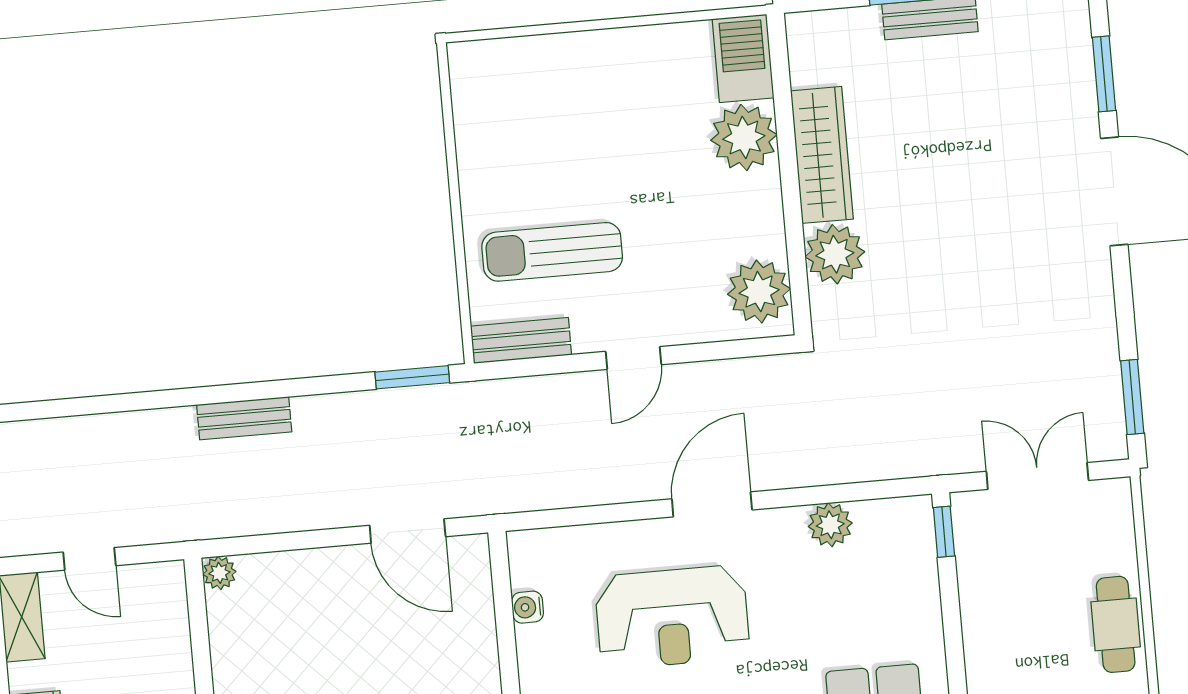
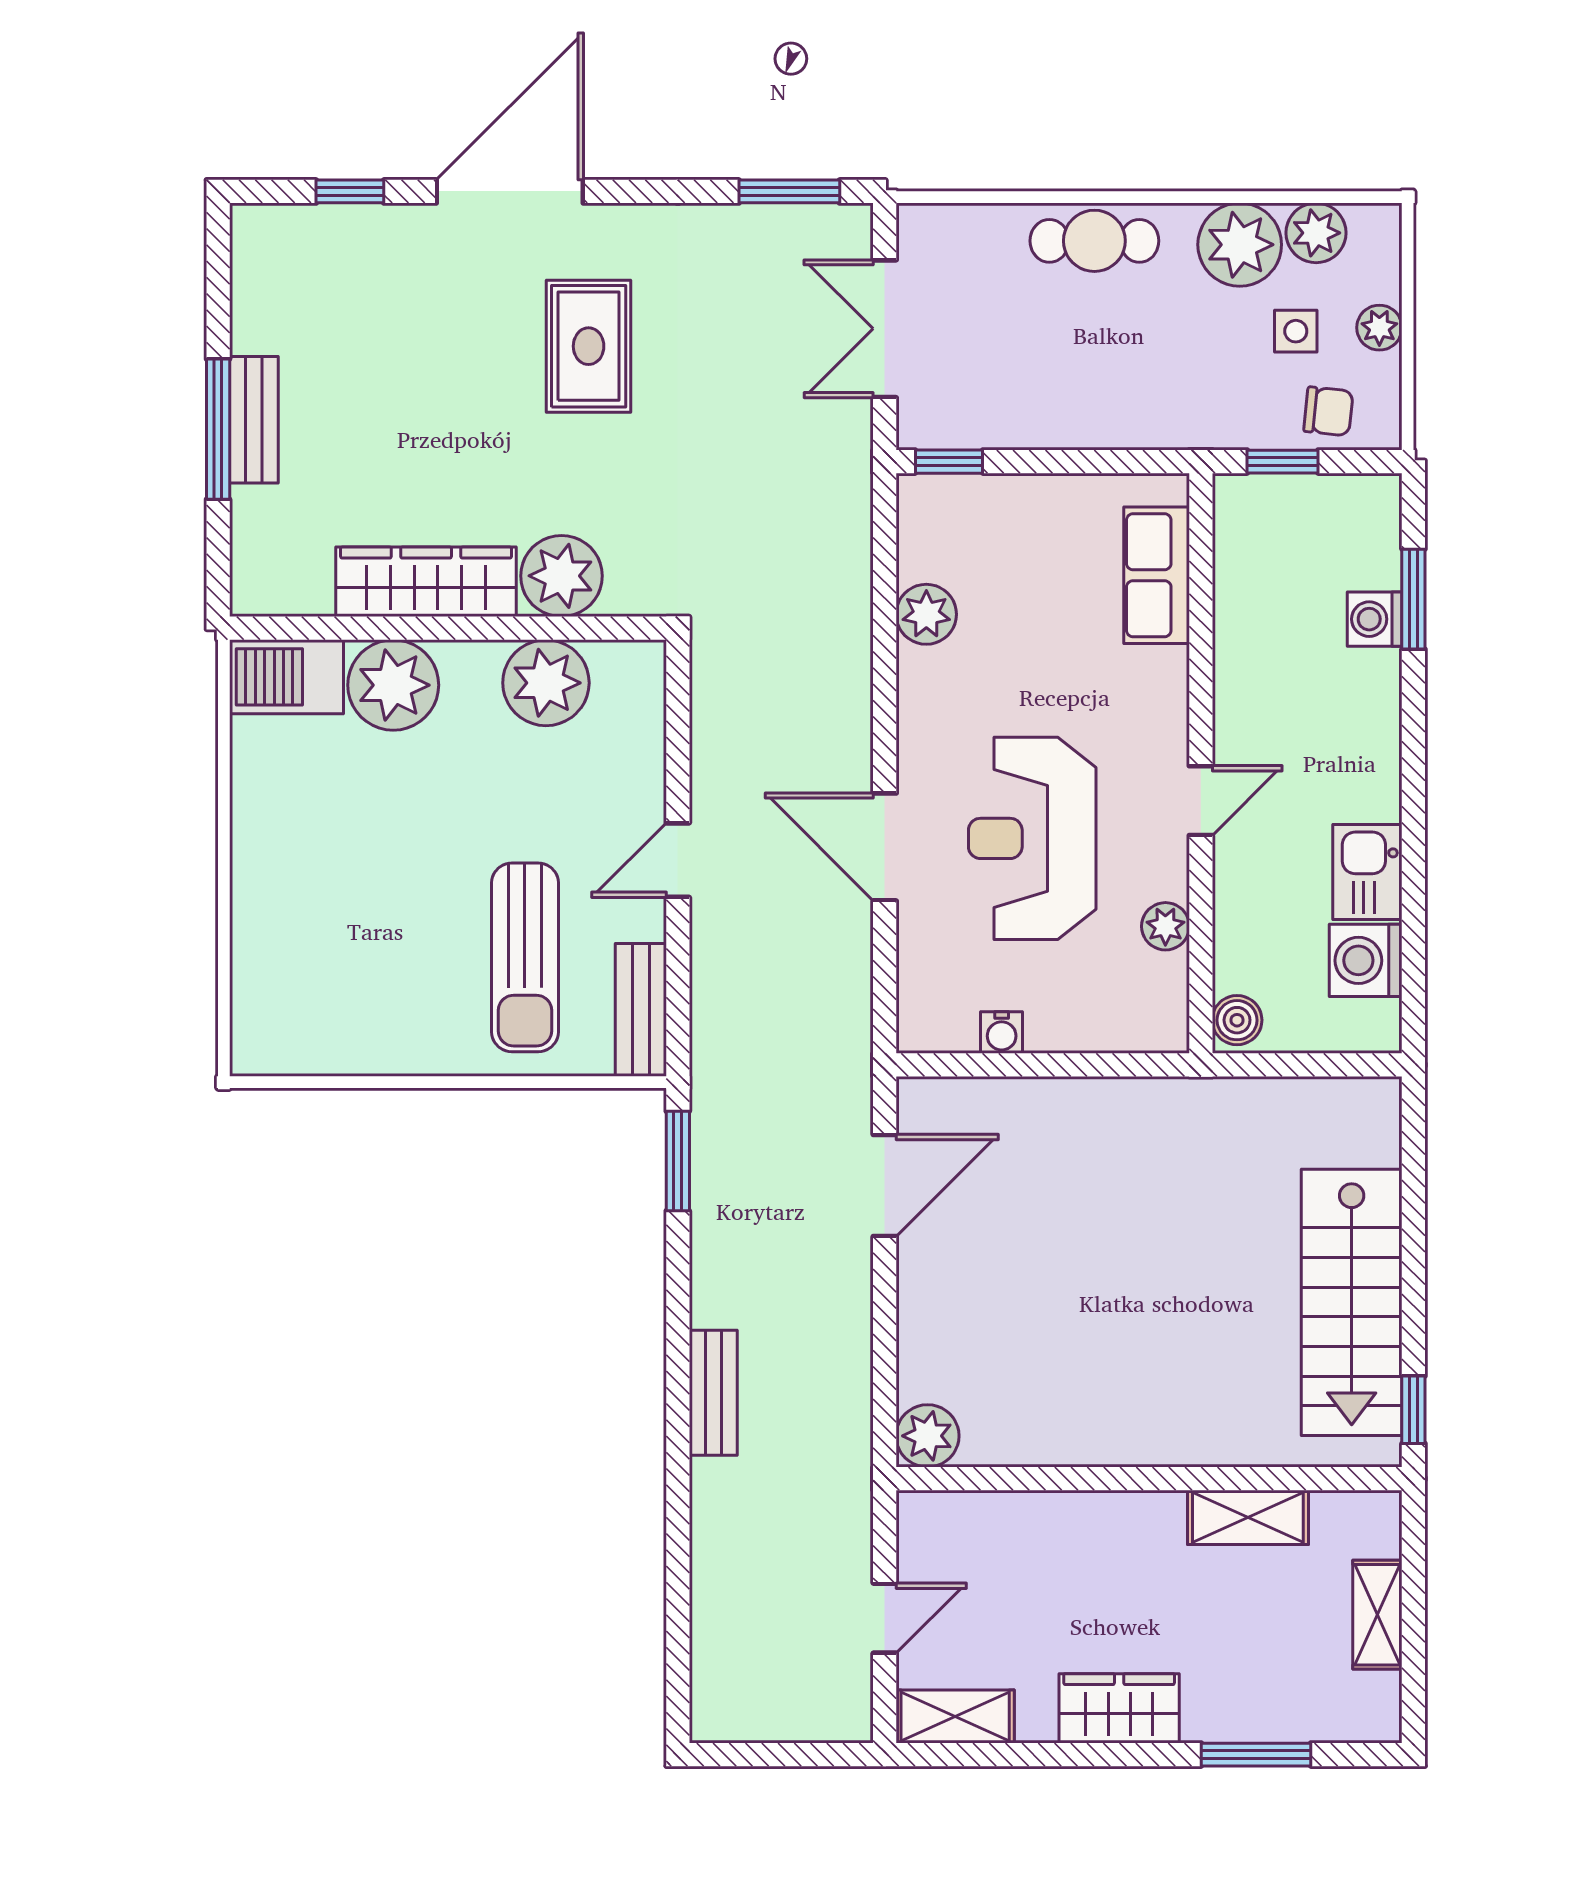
window: (1104, 74) -> (350, 191), width x0.67
rug: (1006, 259) -> (589, 346), added
plant: (759, 292) -> (546, 683), moved
door: (633, 358) -> (678, 860), swing flipped
door: (712, 504) -> (885, 847), moved
plant: (219, 573) -> (928, 1436), width x1.38, depth x1.38
reception desk: (672, 617) -> (1032, 838), turned 180

